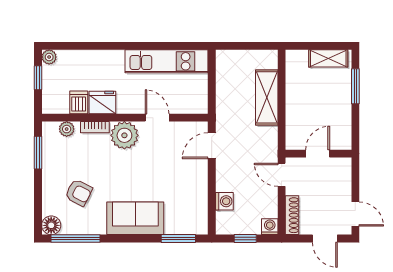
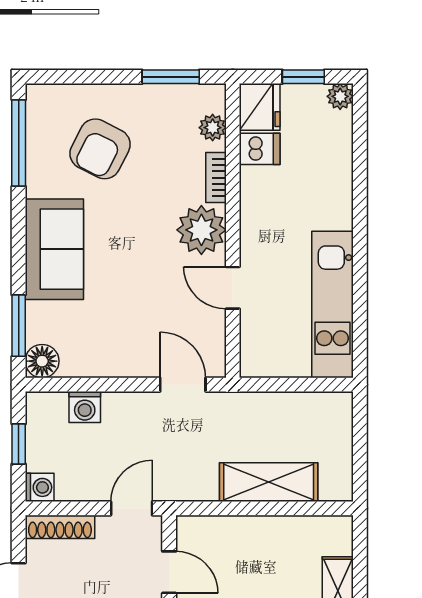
fridge: (102, 102) -> (260, 107), moved
door: (157, 118) -> (233, 288), swing flipped
armchair: (79, 193) -> (100, 149), width x1.38, depth x1.38
floor lamp: (51, 225) -> (42, 361), moved

